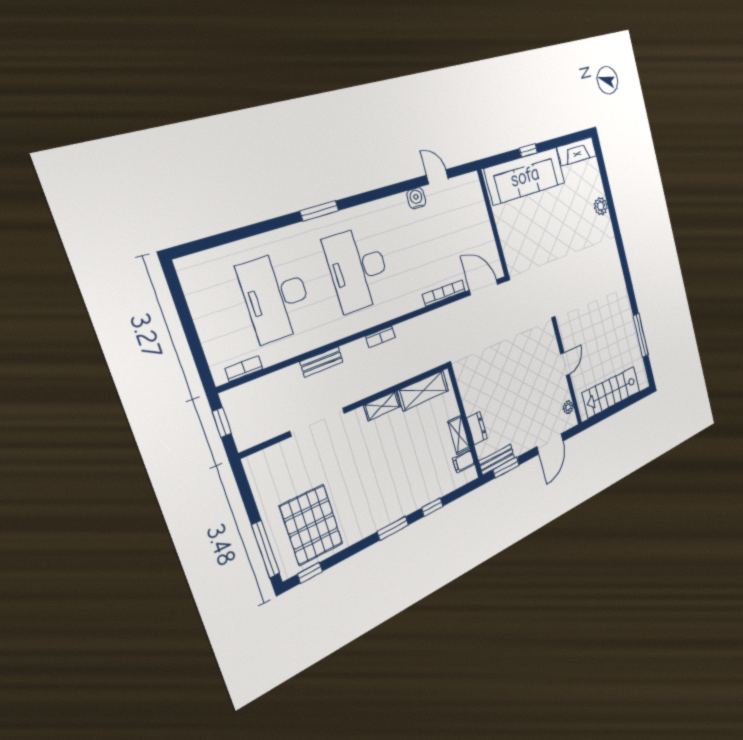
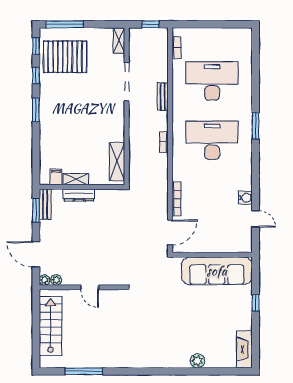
sofa: (525, 176) -> (217, 271), moved, turned -90
door: (437, 177) -> (255, 219), hinge flipped
shelving: (382, 406) -> (119, 41), moved
plant: (572, 421) -> (45, 280), added
dresser: (477, 428) -> (79, 195), width x1.44
window: (432, 507) -> (36, 76), moved

